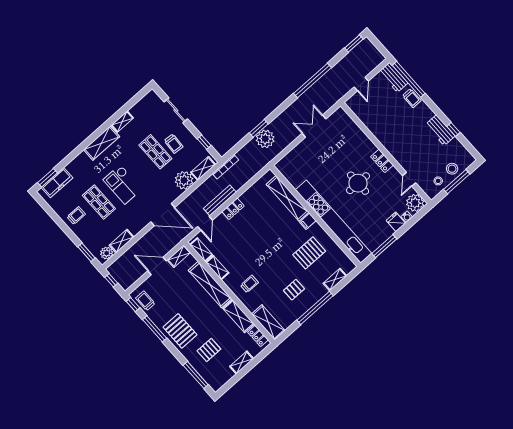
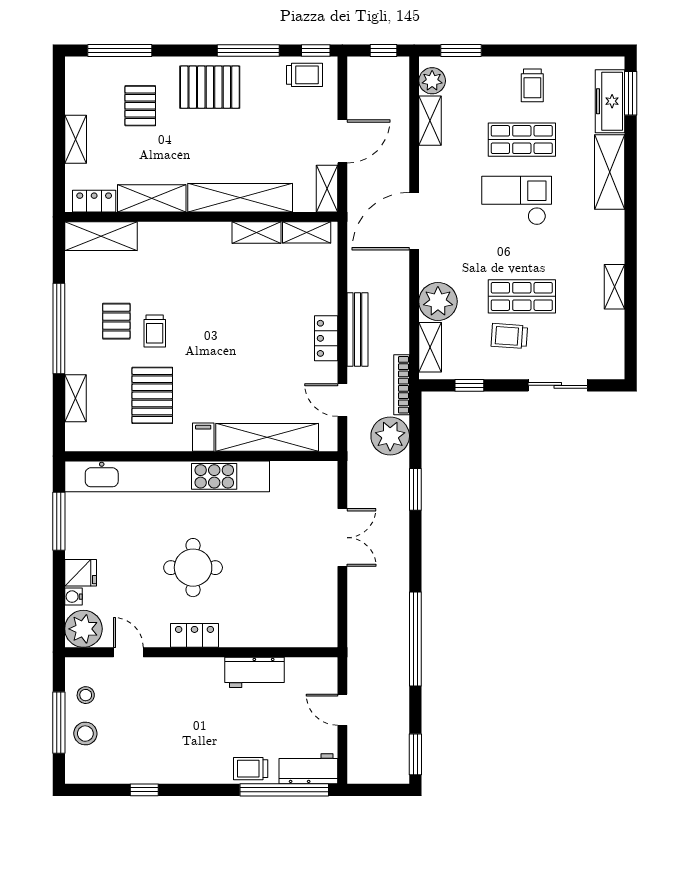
double door: (314, 126) -> (342, 538), moved
workbench: (440, 130) -> (255, 672), moved, turned 180
plant: (265, 139) -> (390, 436), moved
shelving: (102, 143) -> (610, 172), moved
door: (205, 223) -> (342, 400), moved
trolley: (249, 284) -> (155, 331), moved

